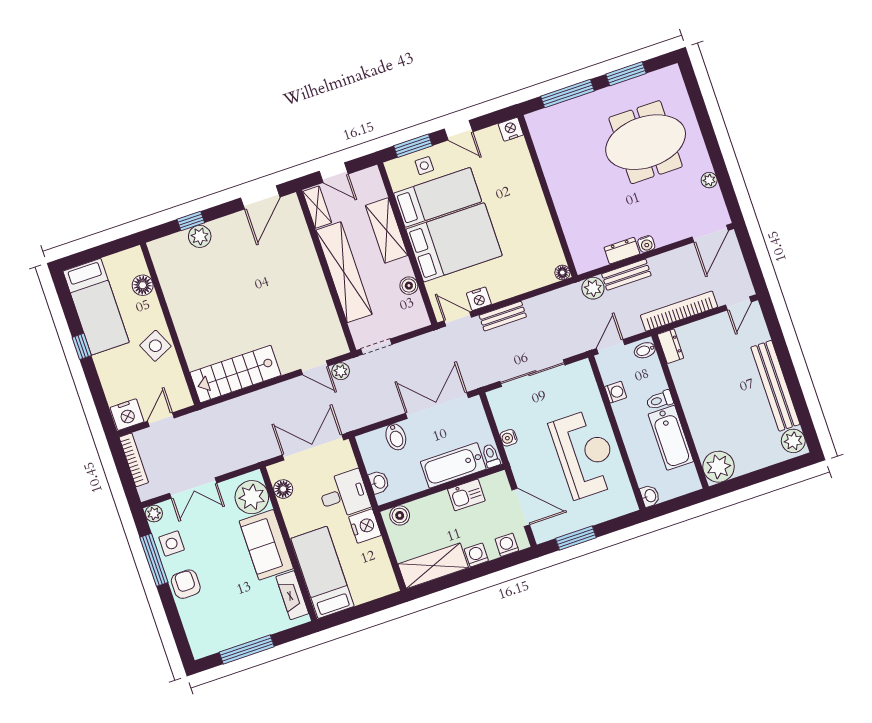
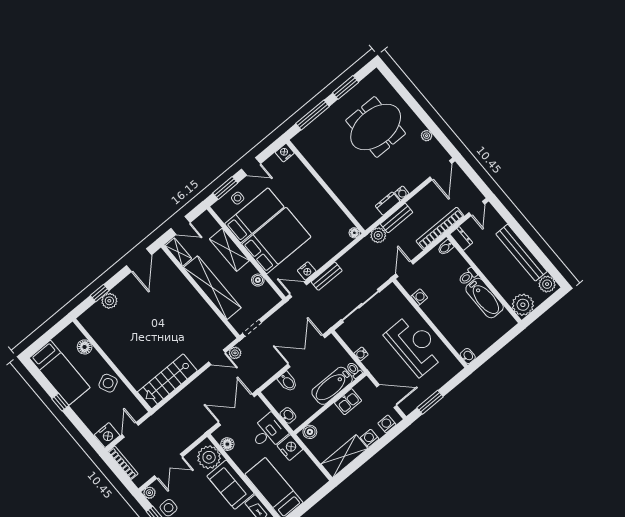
dresser: (671, 346) -> (461, 238), moved
bidet: (645, 350) -> (446, 248), moved
toilet: (660, 400) -> (468, 276), moved
wall: (680, 411) -> (484, 278), moved
bathtub: (671, 438) -> (485, 298), moved
plant: (719, 467) -> (523, 305), moved

